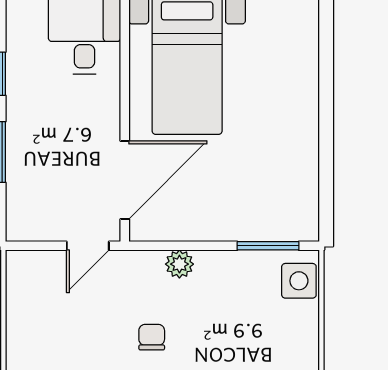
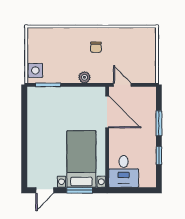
door: (125, 180) -> (107, 112), swing flipped
door: (88, 246) -> (122, 85), hinge flipped

